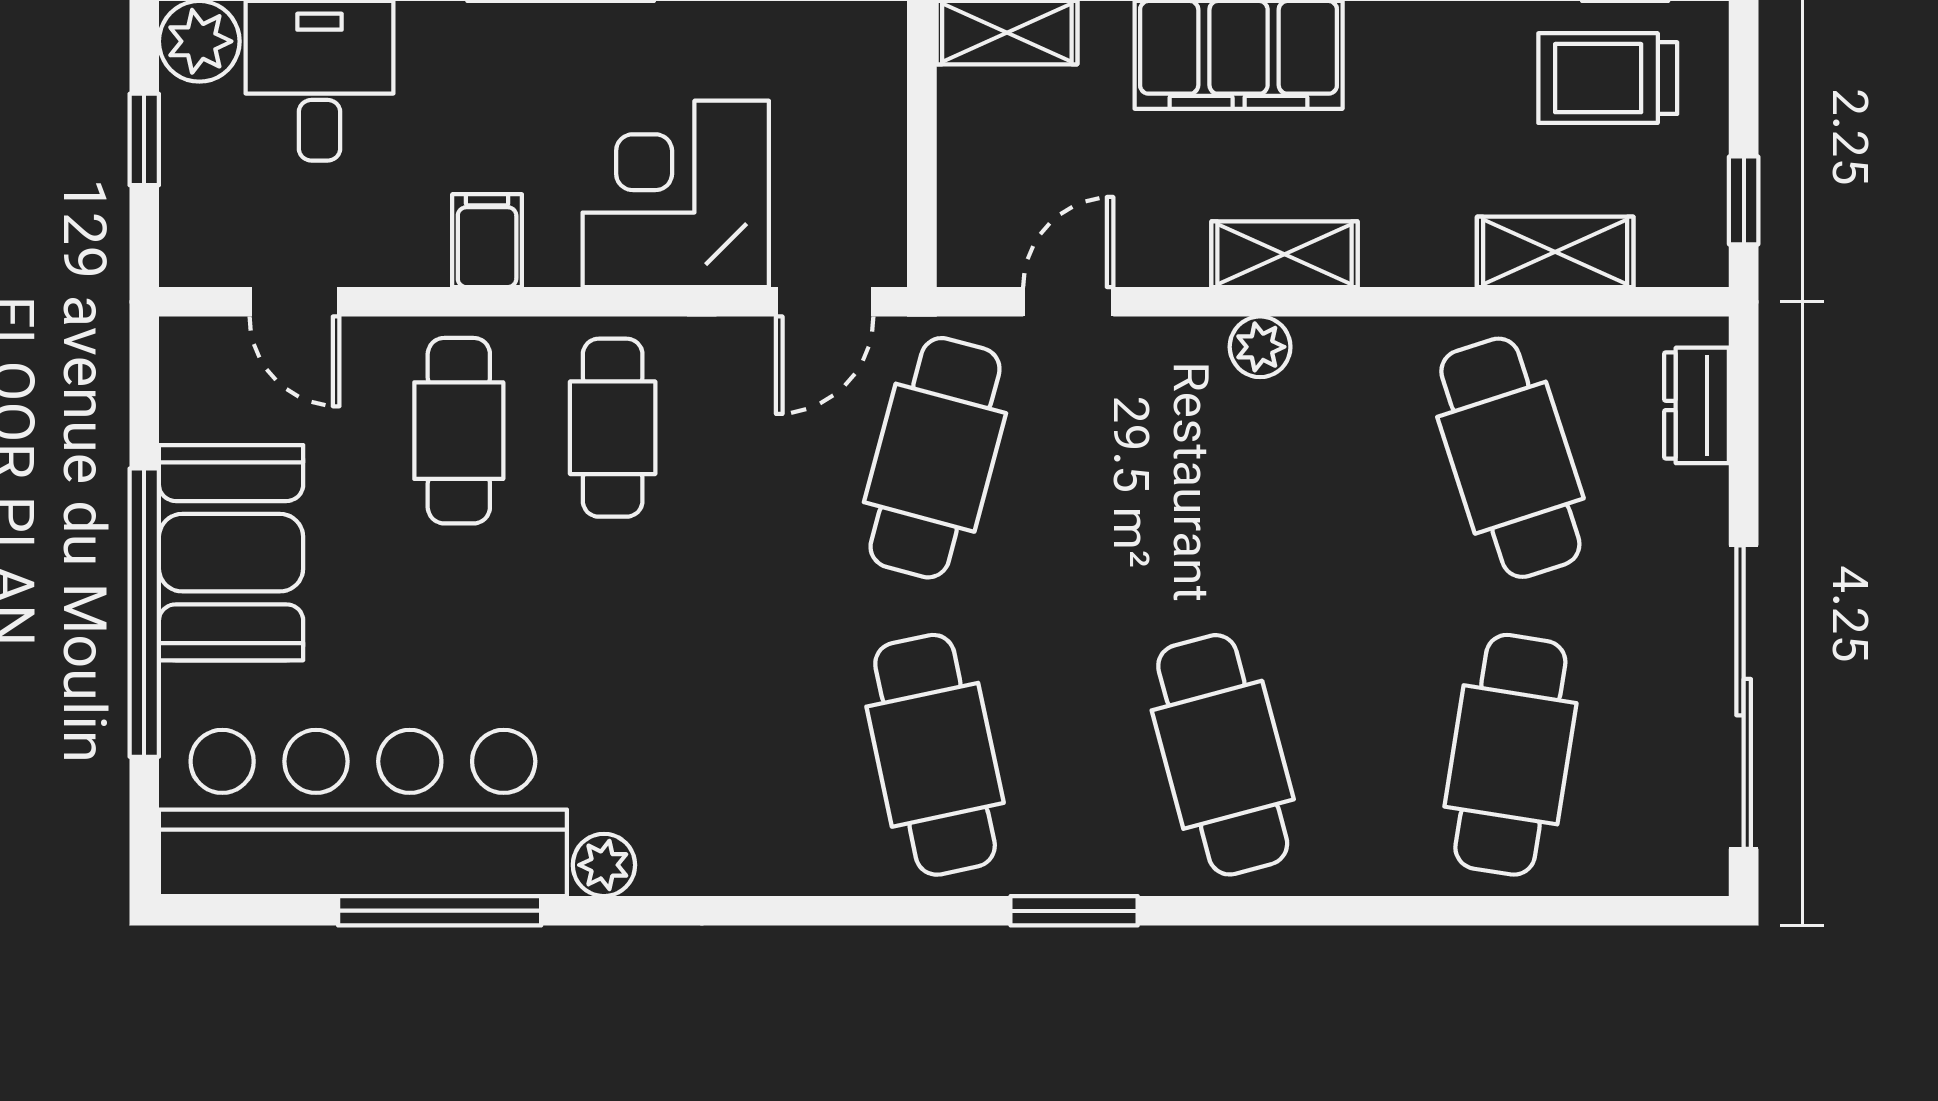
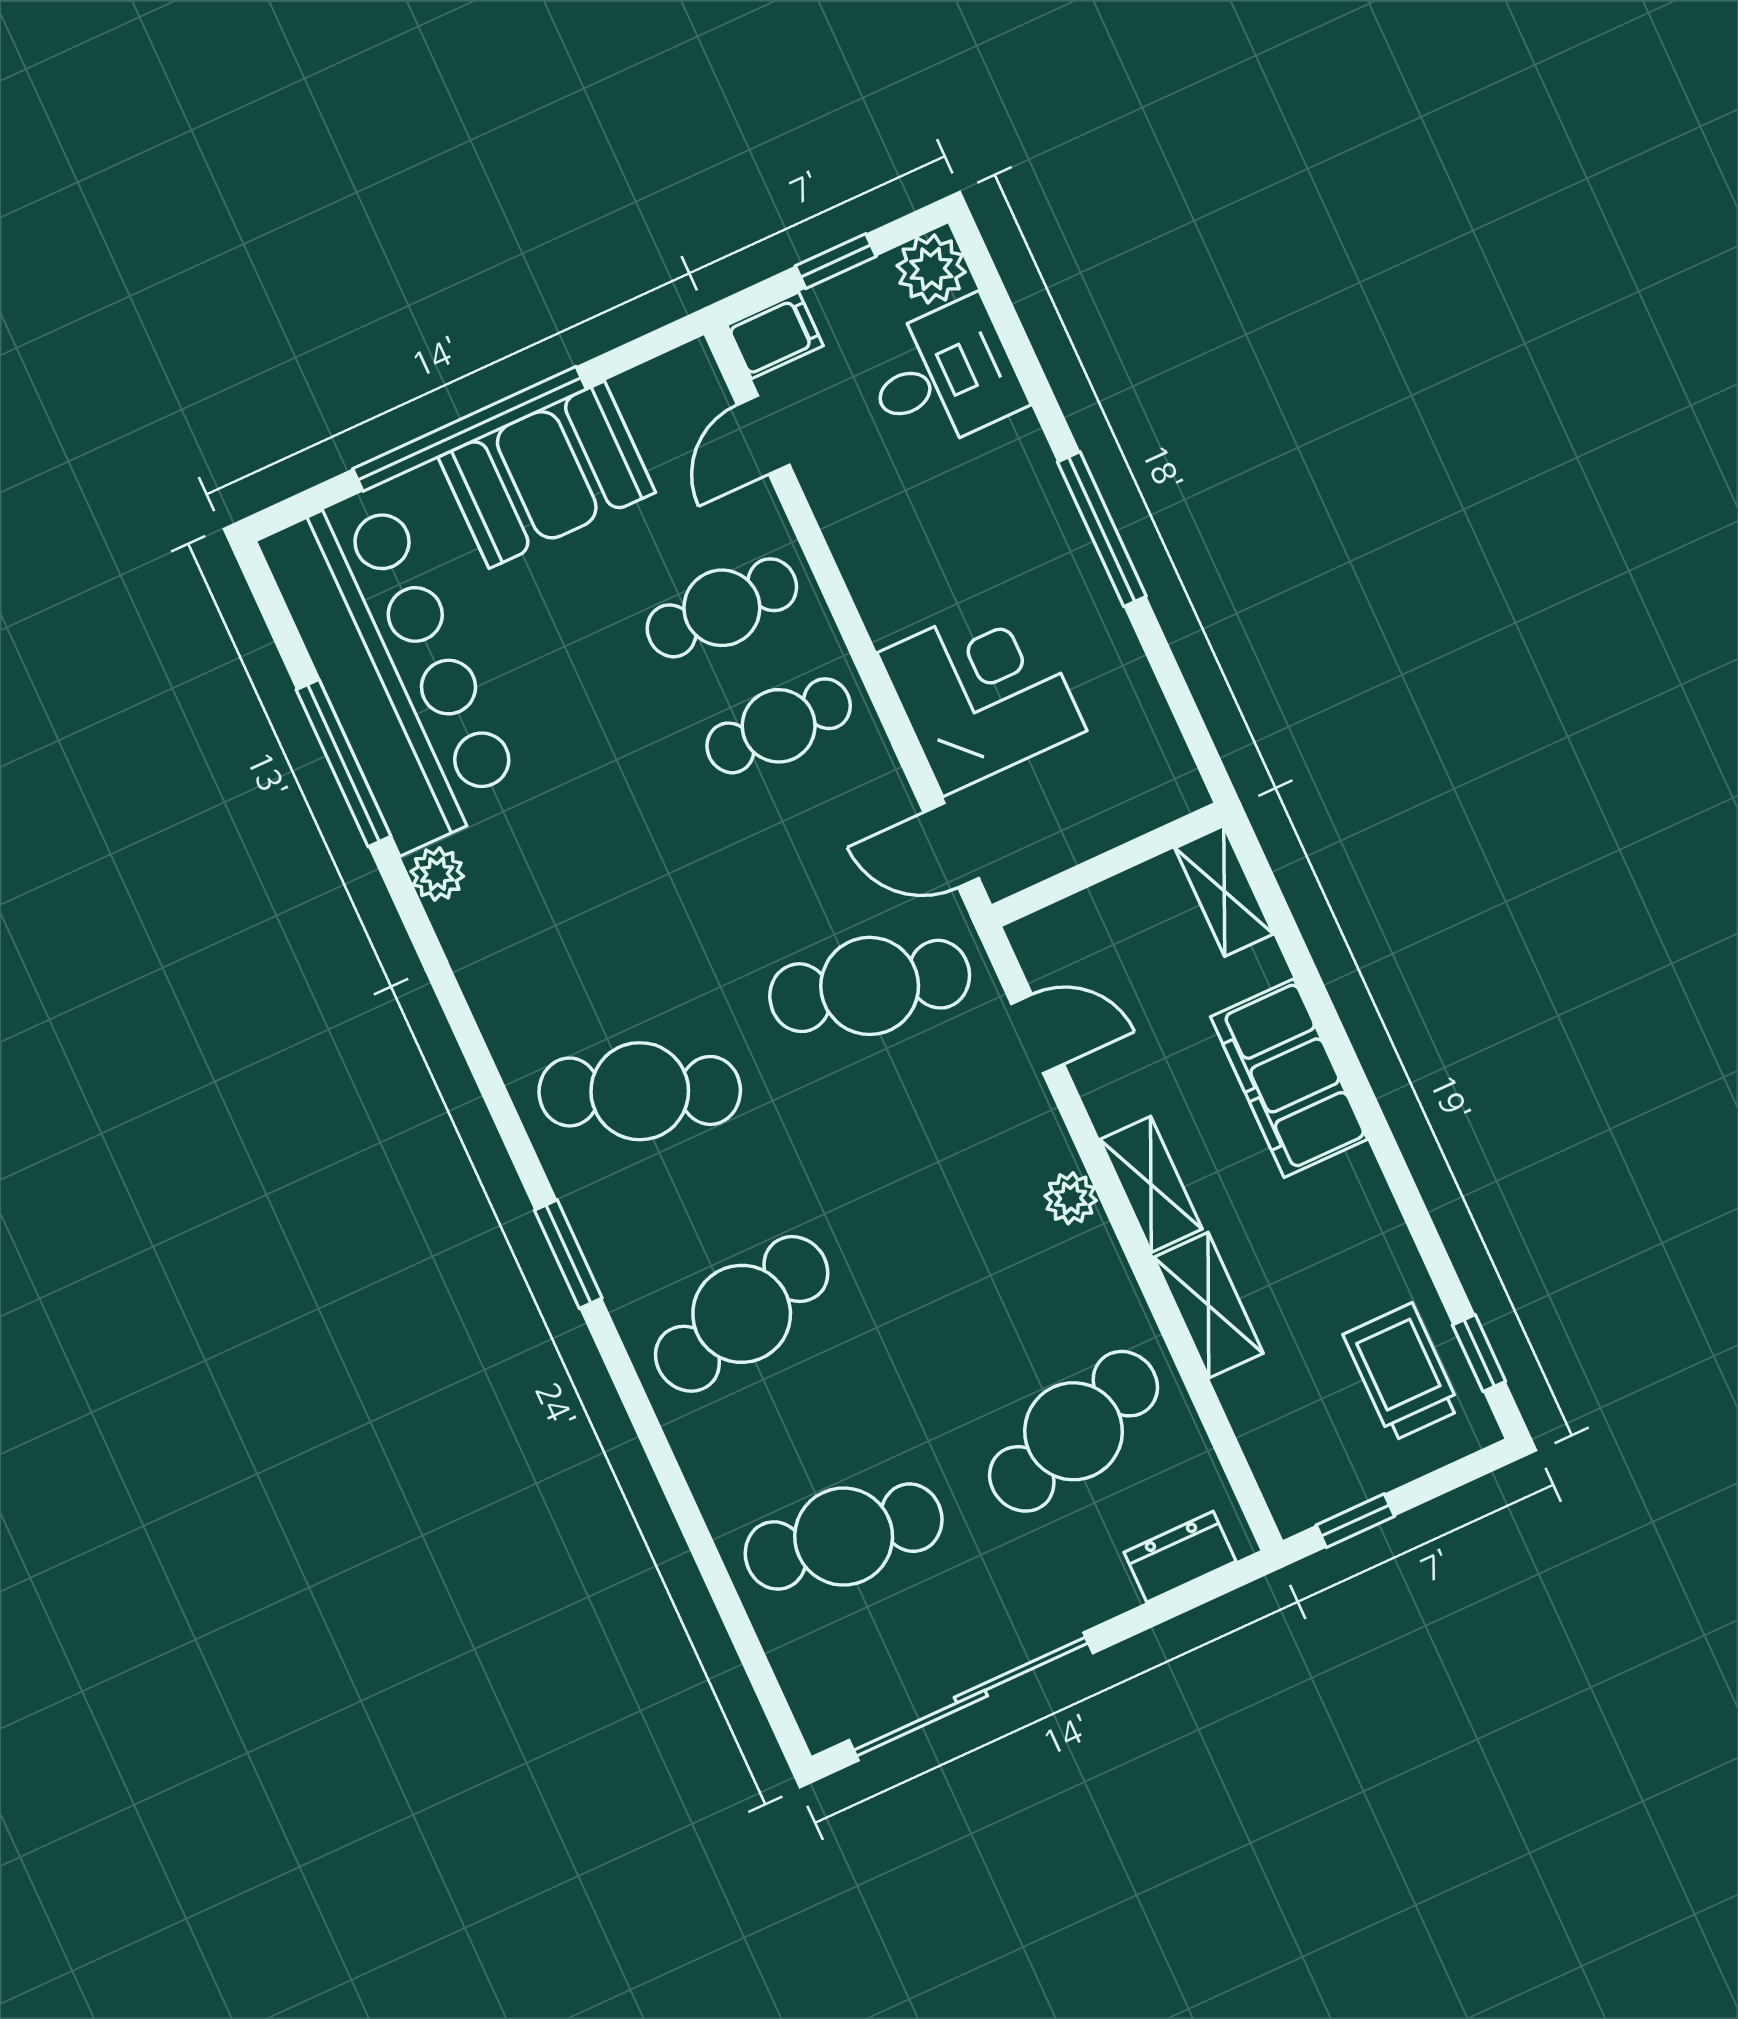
filing cabinet: (487, 241) -> (775, 335), moved
shelving: (1555, 252) -> (1209, 1305), moved
cafe table: (935, 755) -> (640, 1091), turned 36

